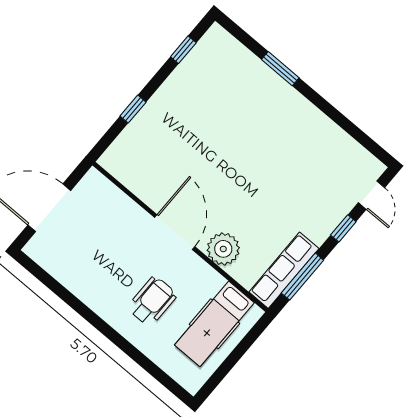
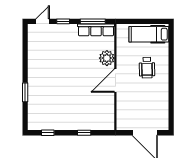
wheelchair: (152, 301) -> (147, 68), turned -91
hospital bed: (214, 324) -> (149, 34), moved, turned 180

